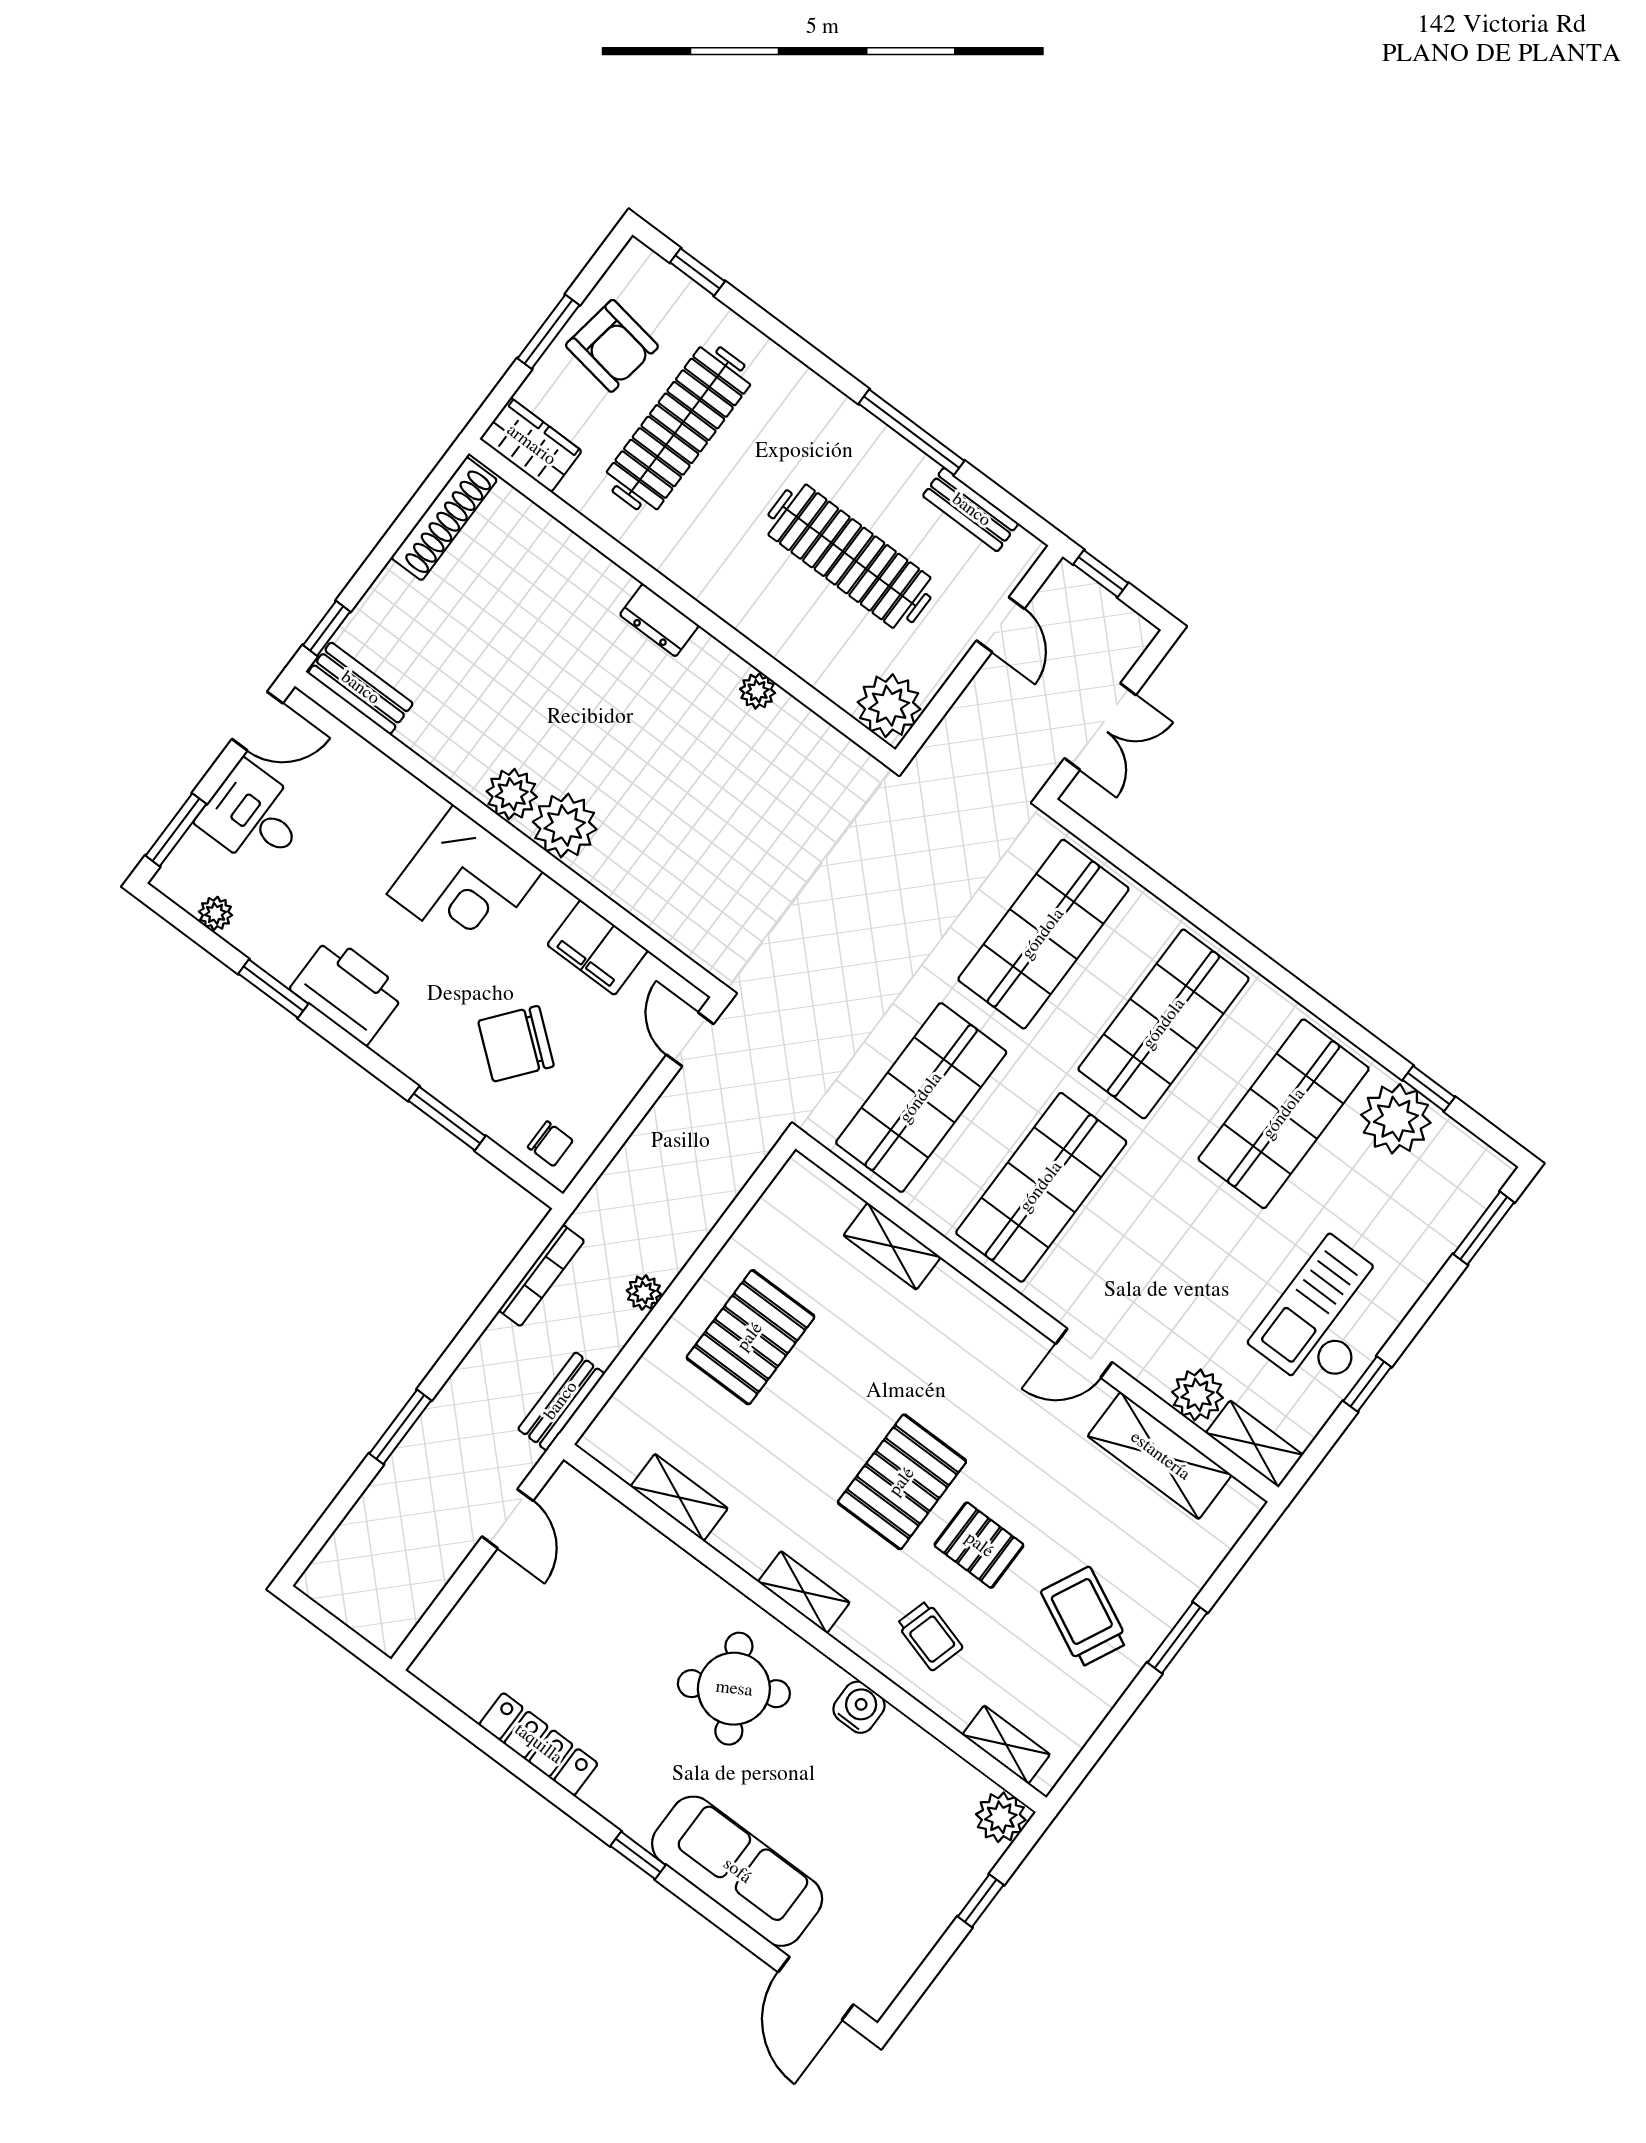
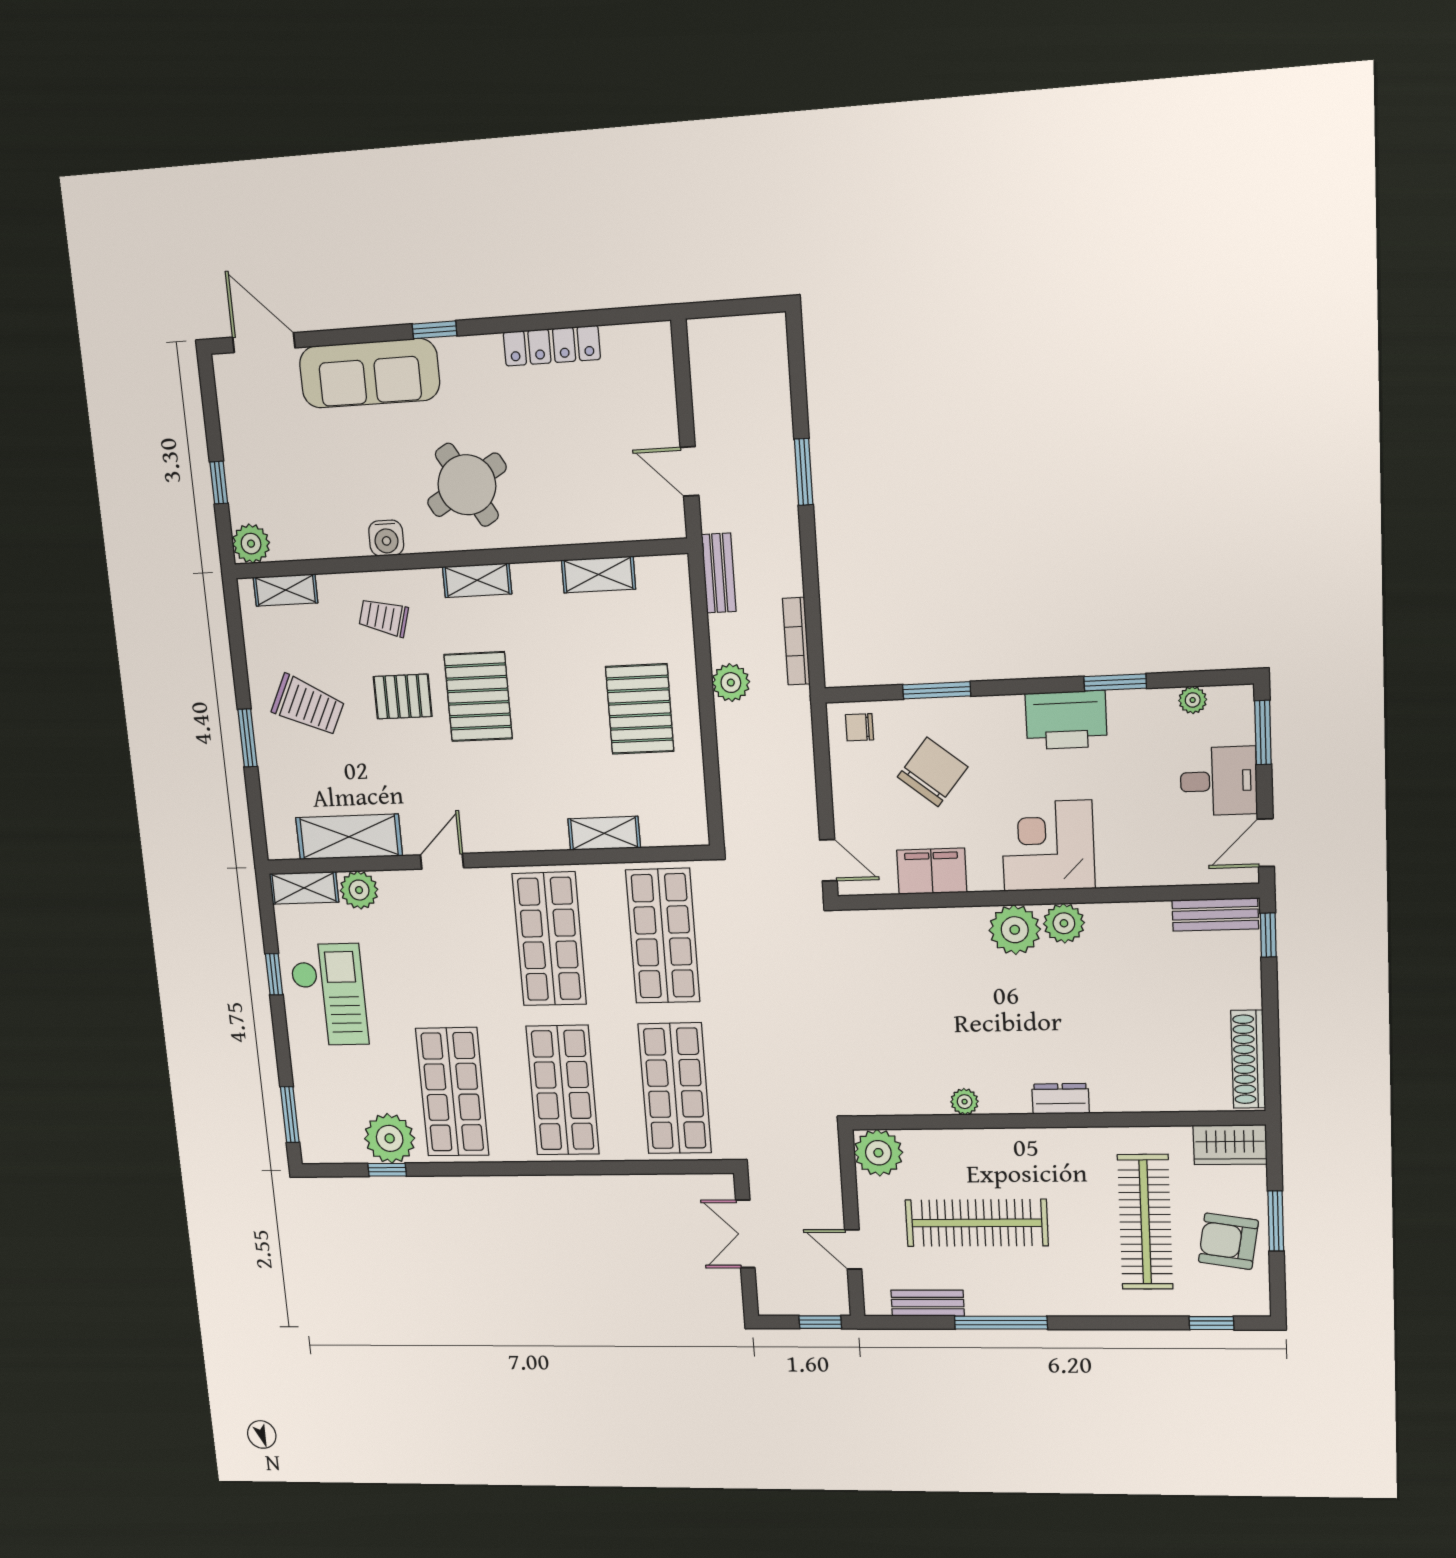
plant: (644, 1293) -> (731, 683), width x1.38, depth x1.38

